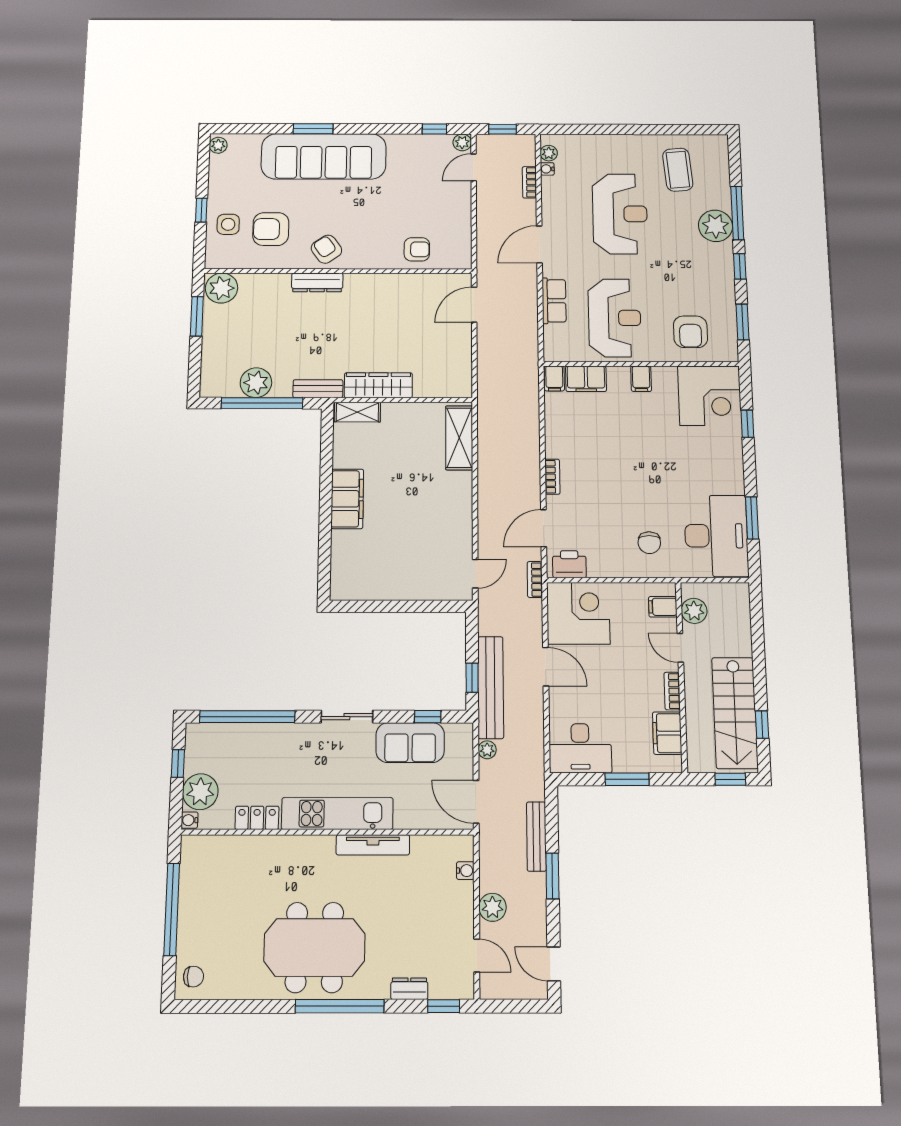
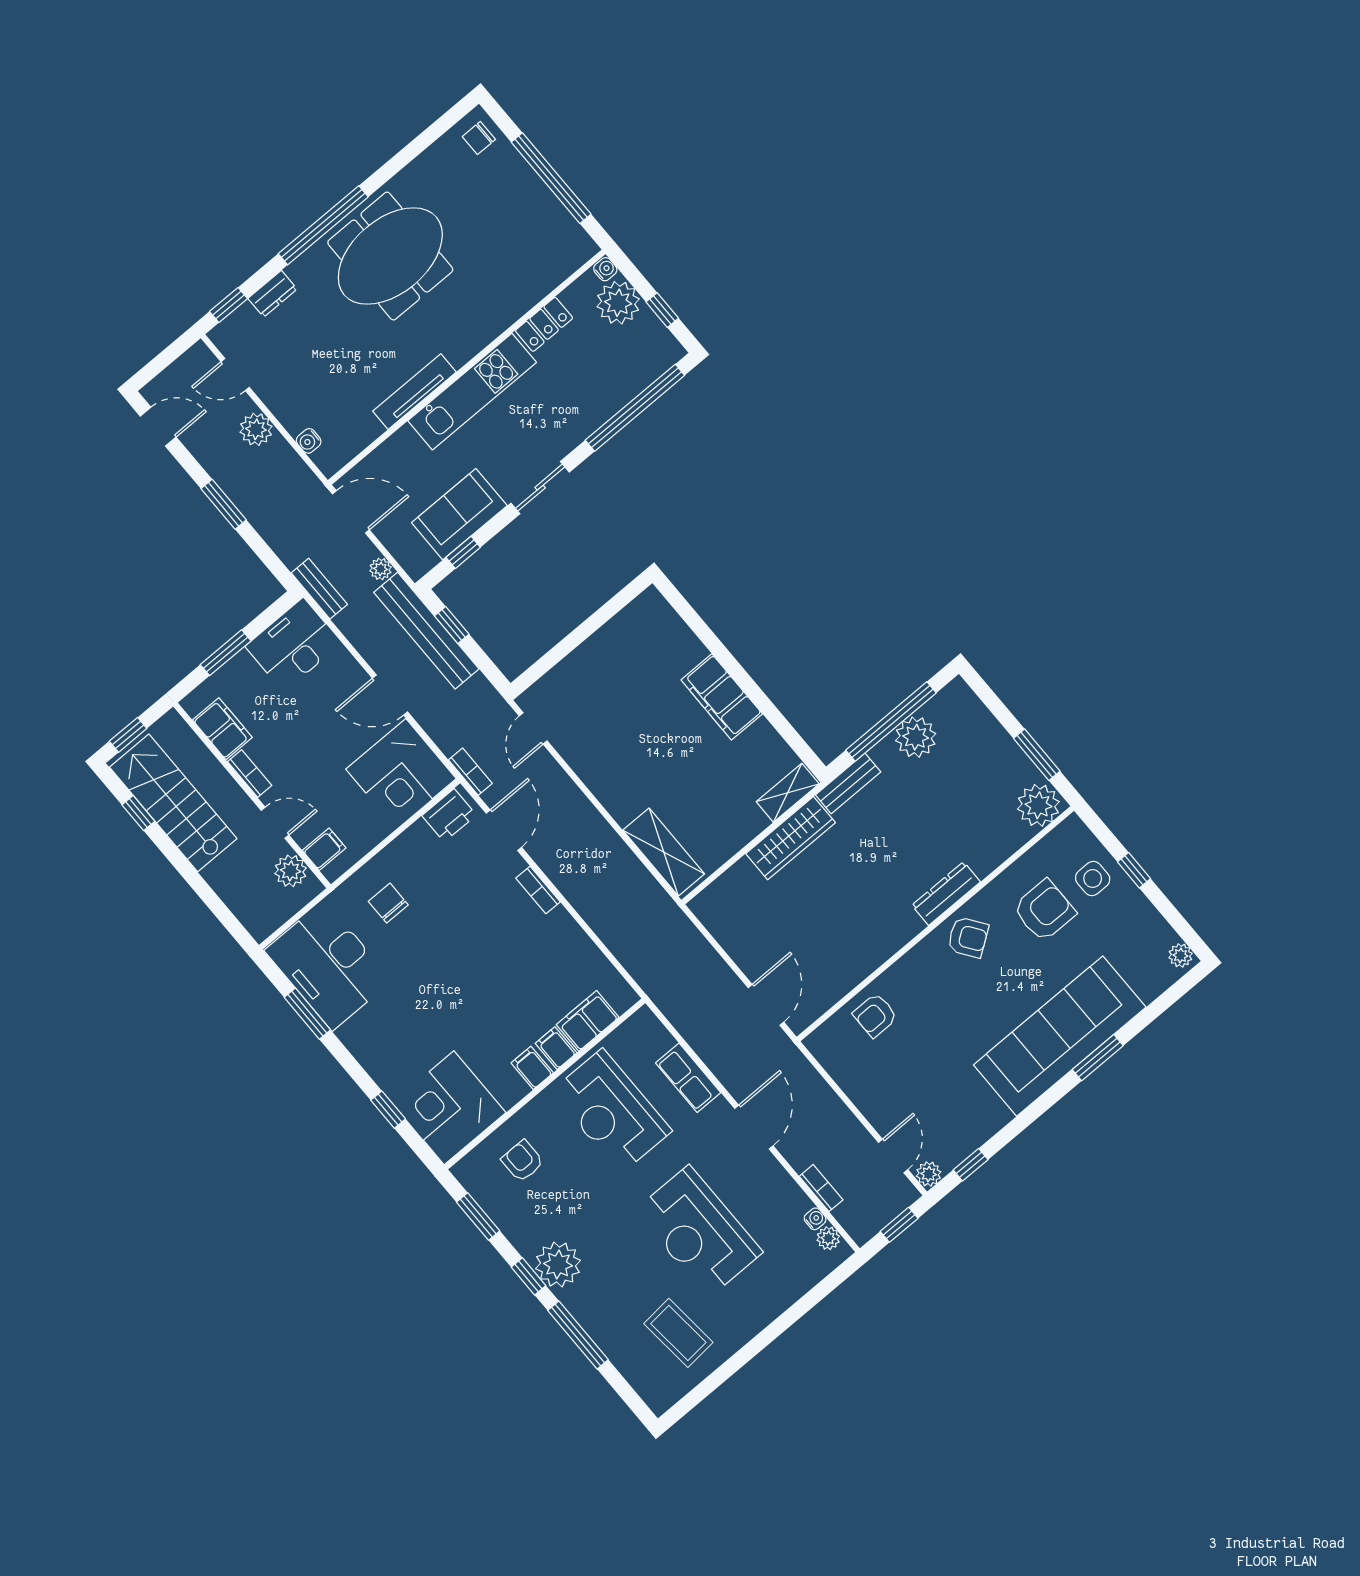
plant: (715, 226) -> (558, 1265), moved
armchair: (690, 332) -> (522, 1161), width x0.72, depth x0.72
filing cabinet: (554, 378) -> (556, 1048), moved
bench: (536, 836) -> (319, 589), moved, width x0.73

